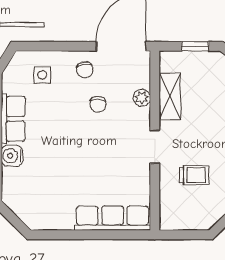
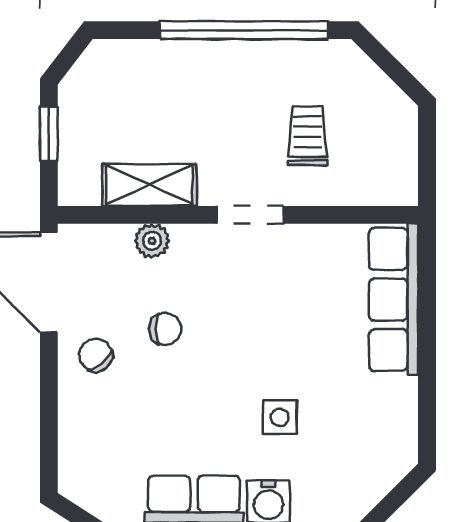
chair: (85, 70) -> (96, 355), turned -121
side table: (42, 75) -> (280, 417), moved

